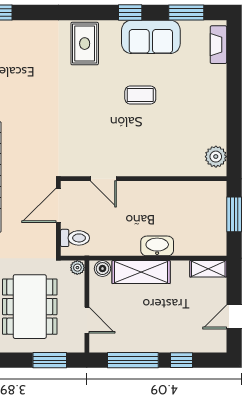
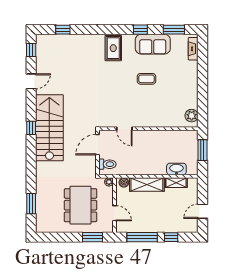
washbasin: (157, 246) -> (176, 169), moved
shelving: (208, 269) -> (176, 183), moved

